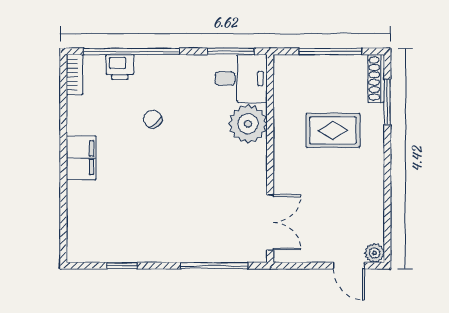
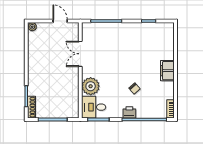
printer: (120, 67) -> (129, 112), moved
rug: (333, 130) -> (51, 83), removed
double door: (270, 222) -> (80, 54), moved
door: (349, 266) -> (60, 21), moved

